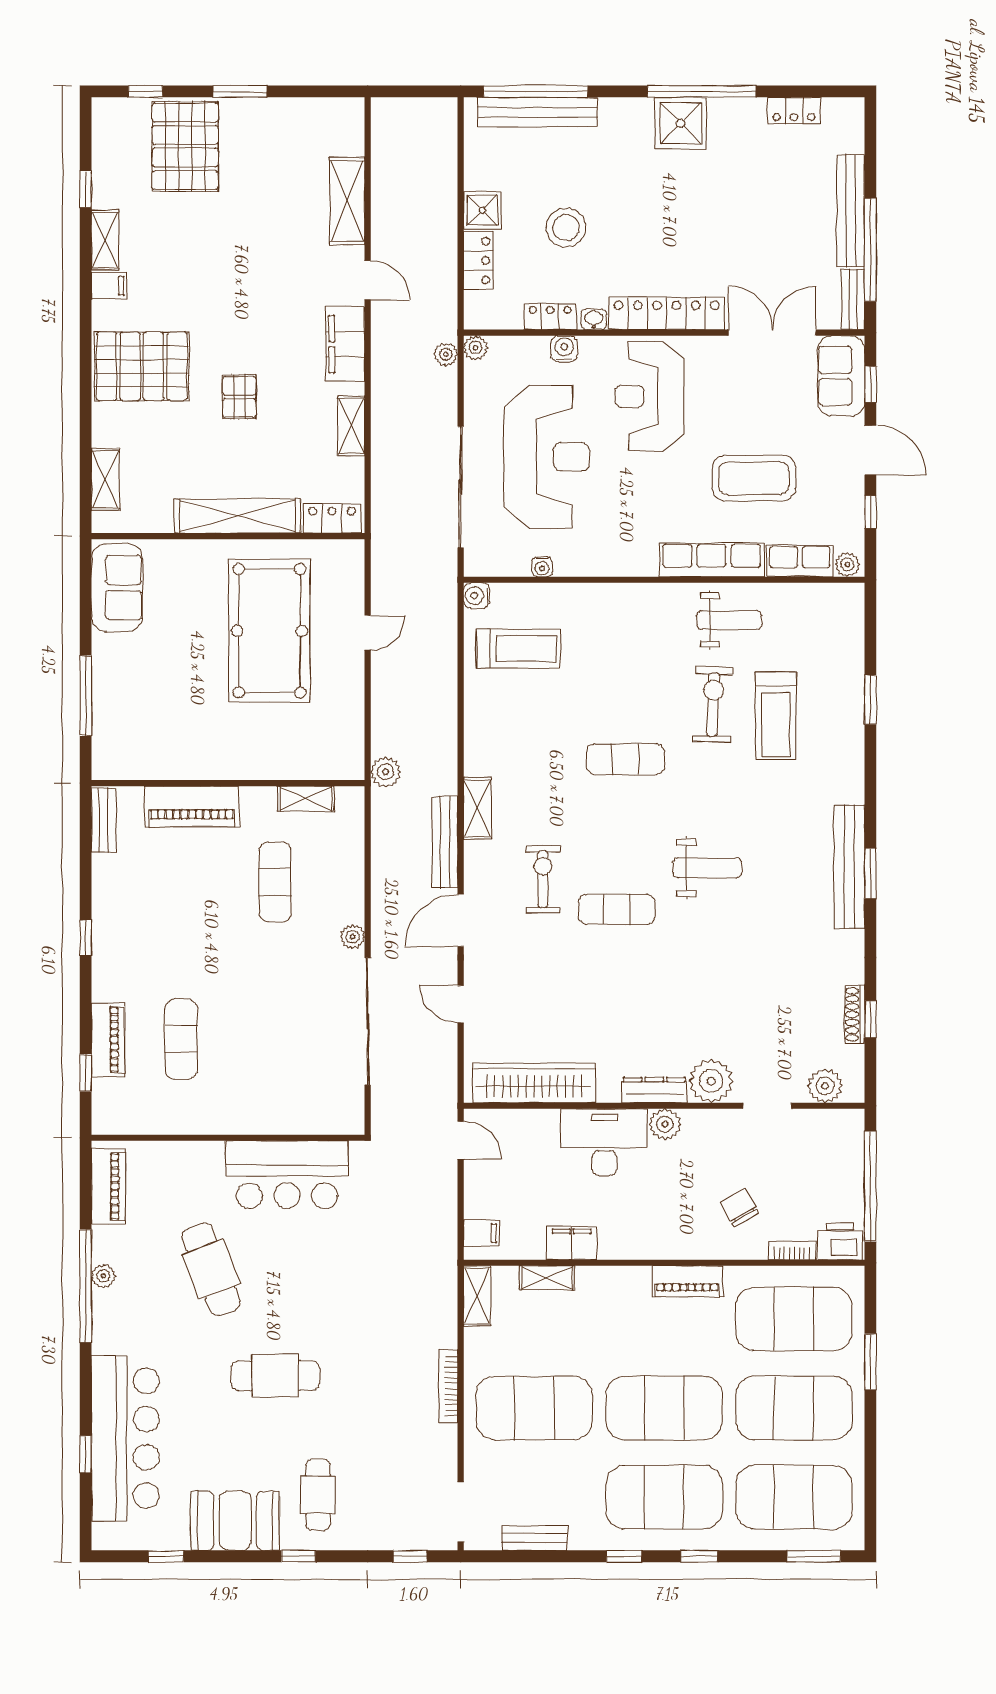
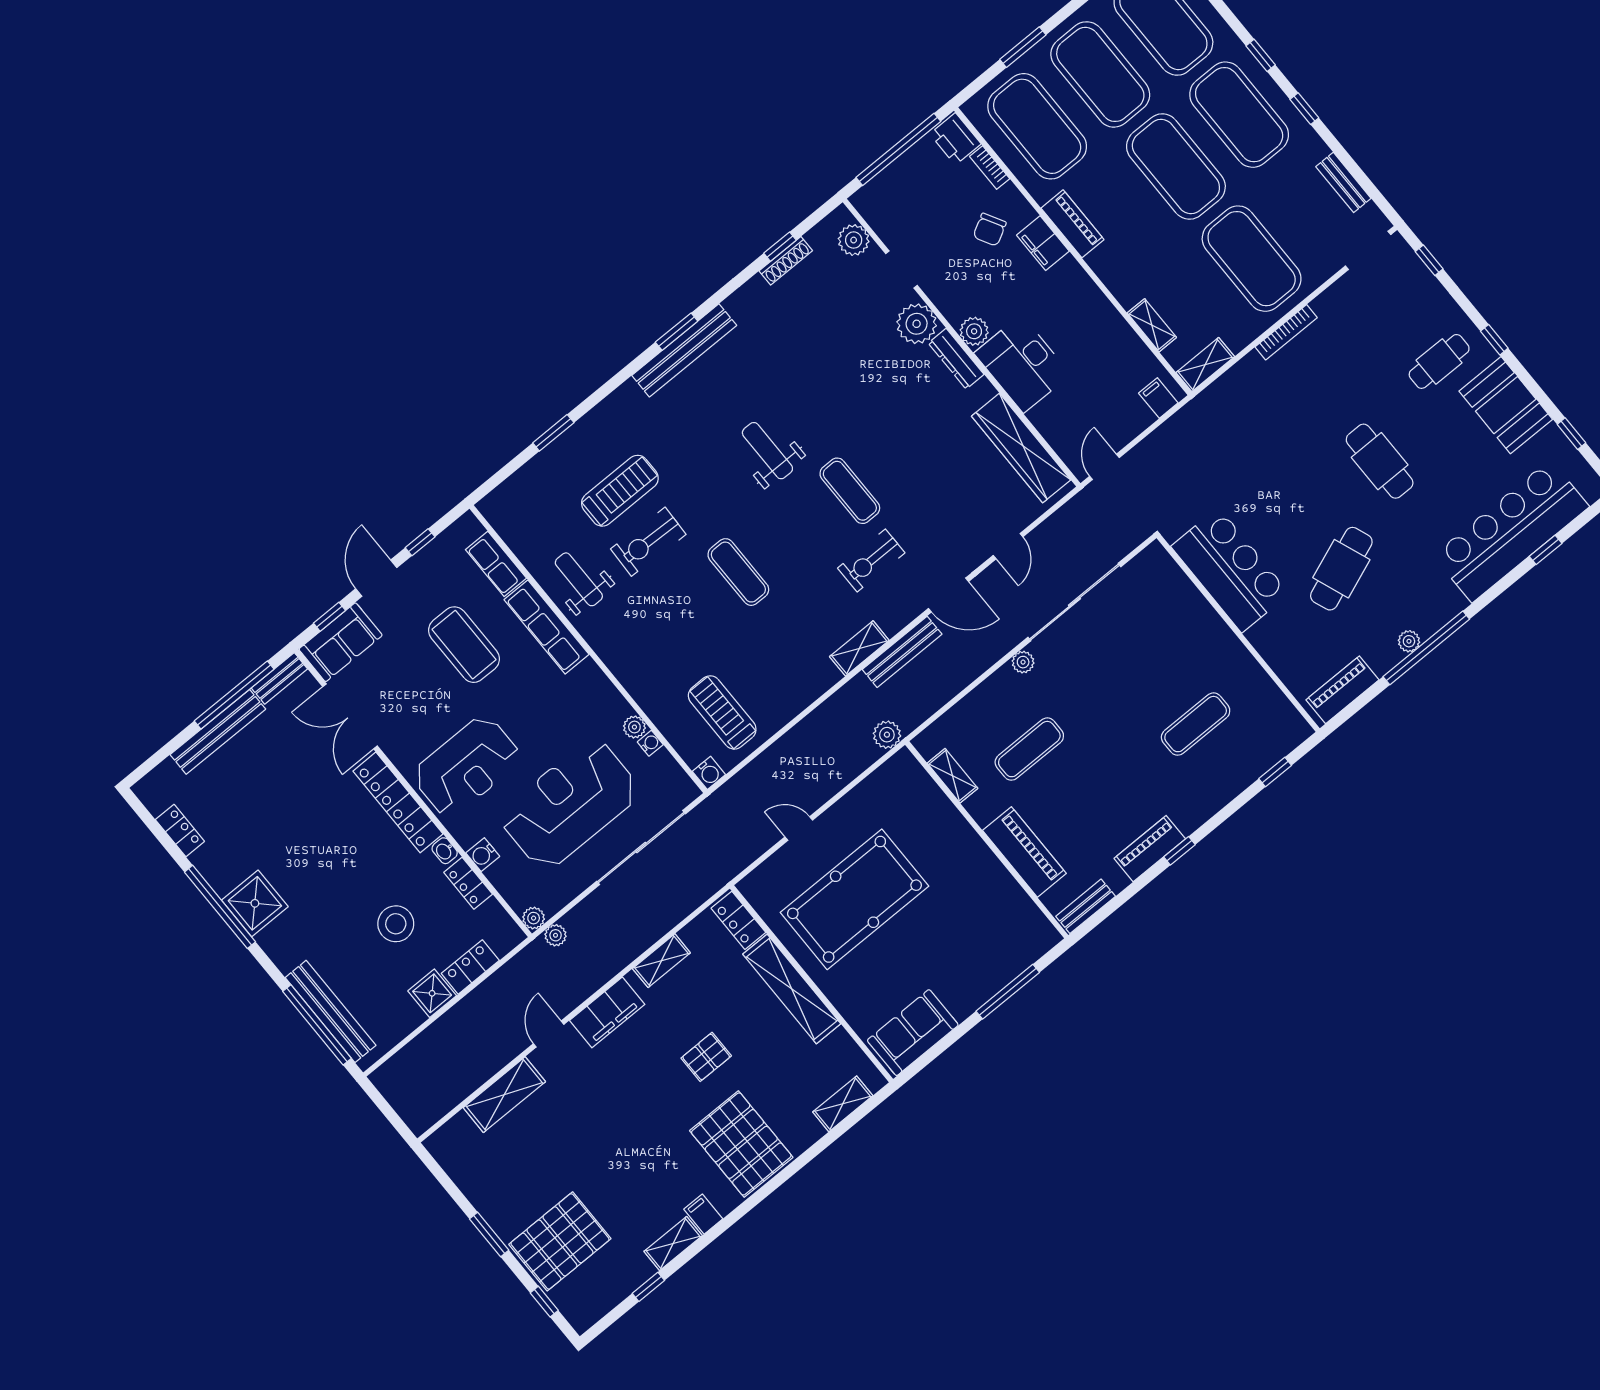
plant: (847, 565) -> (634, 727), moved
piano: (108, 1040) -> (1150, 849), moved
filing cabinet: (572, 1243) -> (1043, 243), moved

